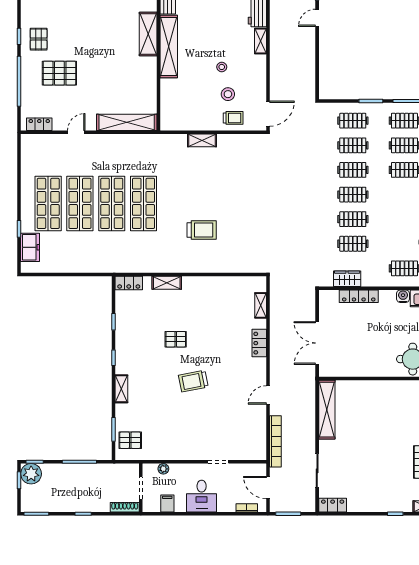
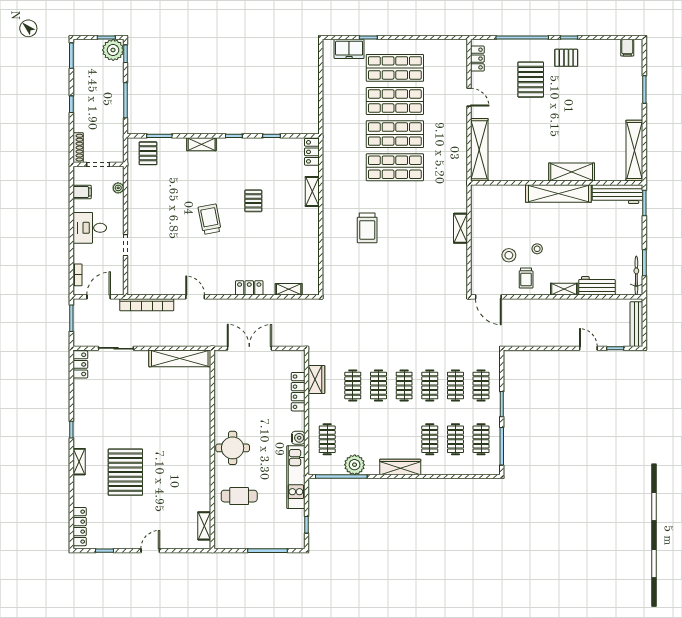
trolley: (233, 118) -> (526, 278), moved

